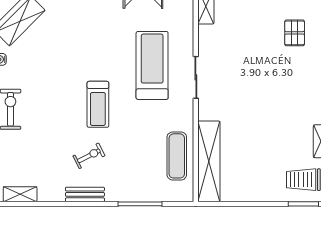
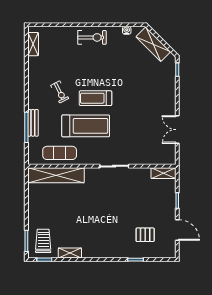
treadmill: (152, 65) -> (86, 126), moved
bench: (85, 194) -> (33, 123), moved

